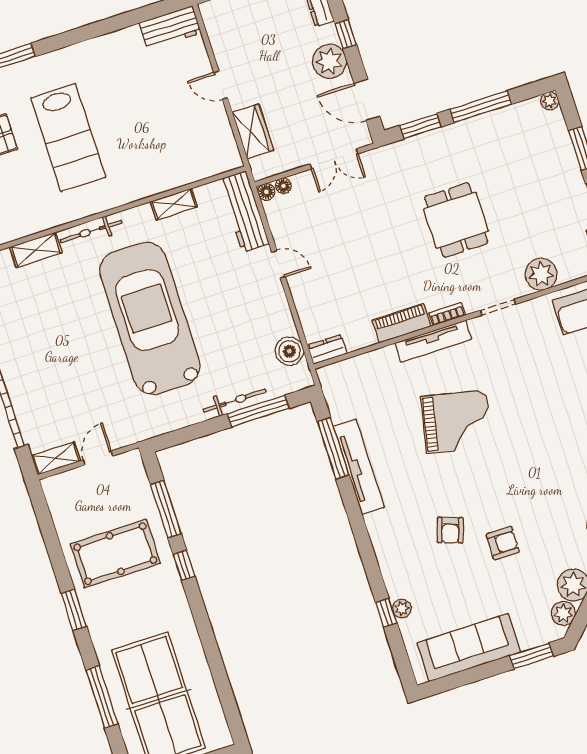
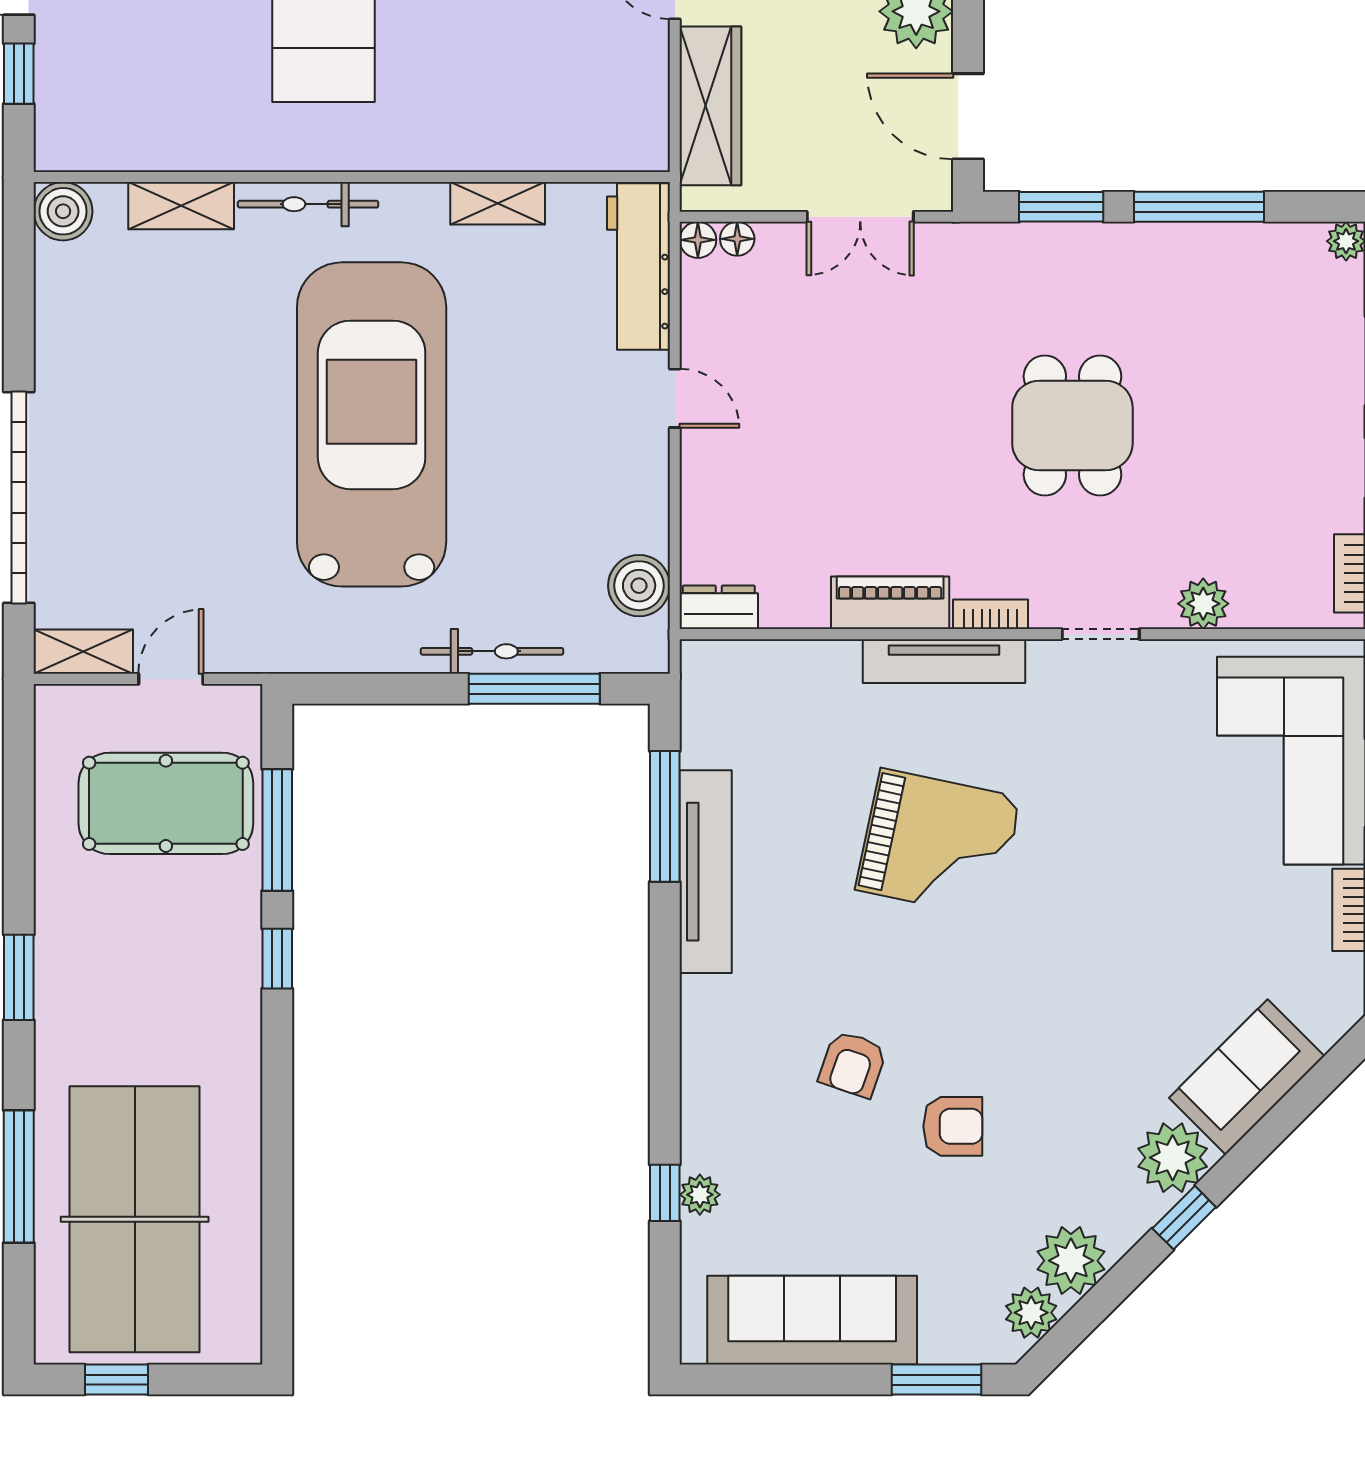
wardrobe: (253, 132) -> (710, 106), width x1.50
plant: (541, 274) -> (1203, 604), width x0.73, depth x0.73
pool table: (115, 554) -> (166, 803), moved

